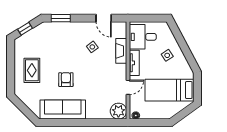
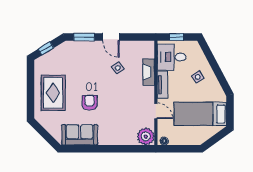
door: (104, 18) -> (111, 37), moved
window: (147, 18) -> (176, 37), added
rug: (32, 70) -> (53, 93), width x1.36, depth x1.43
door: (128, 87) -> (156, 111), hinge flipped
sofa: (63, 110) -> (80, 135), width x0.73

